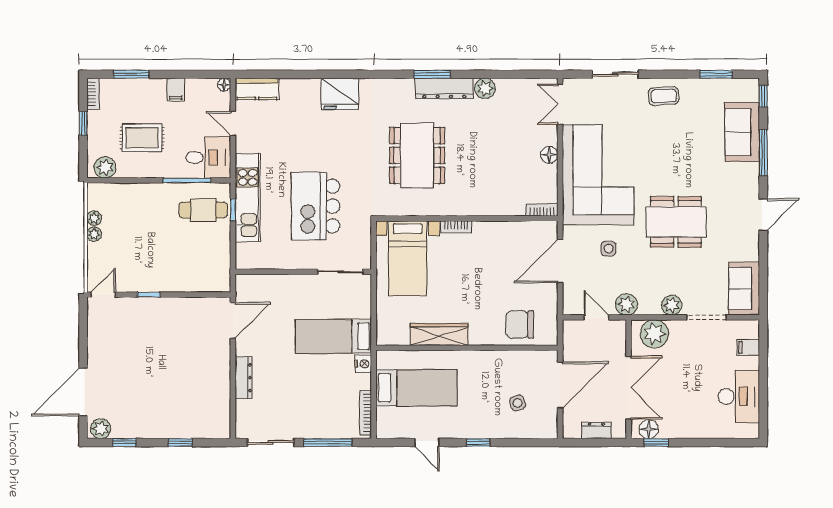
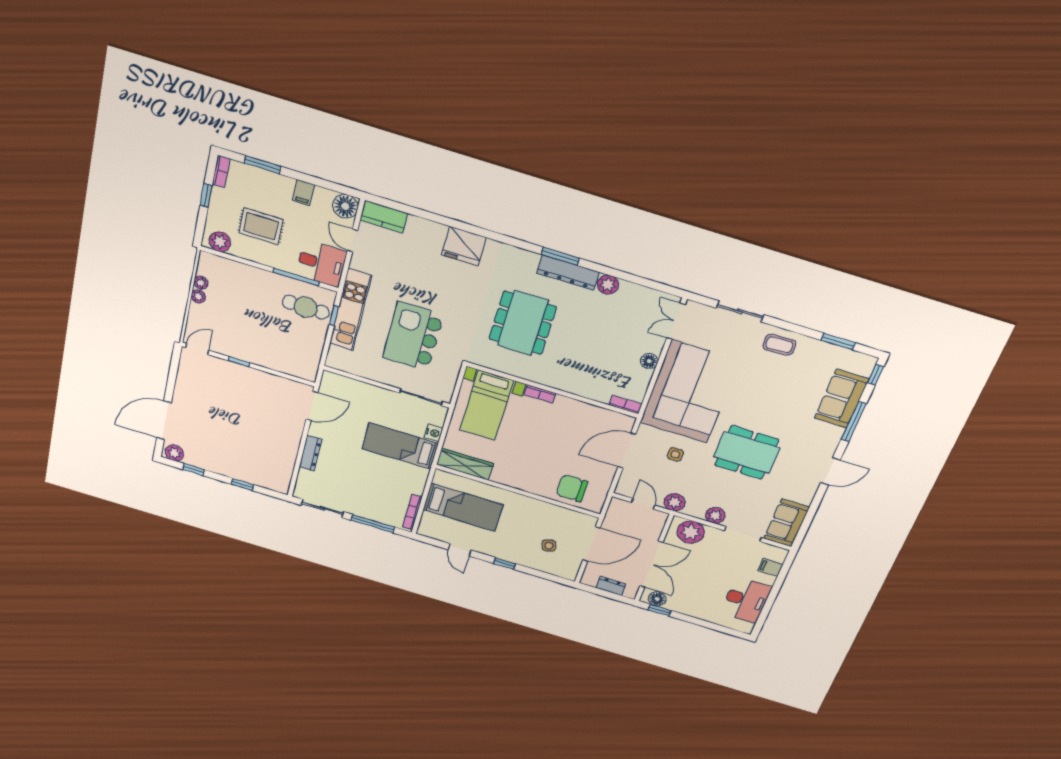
floor lamp: (224, 85) -> (345, 206), width x1.89, depth x1.89
wardrobe: (439, 334) -> (465, 464), moved
nightstand: (363, 364) -> (433, 433), moved

